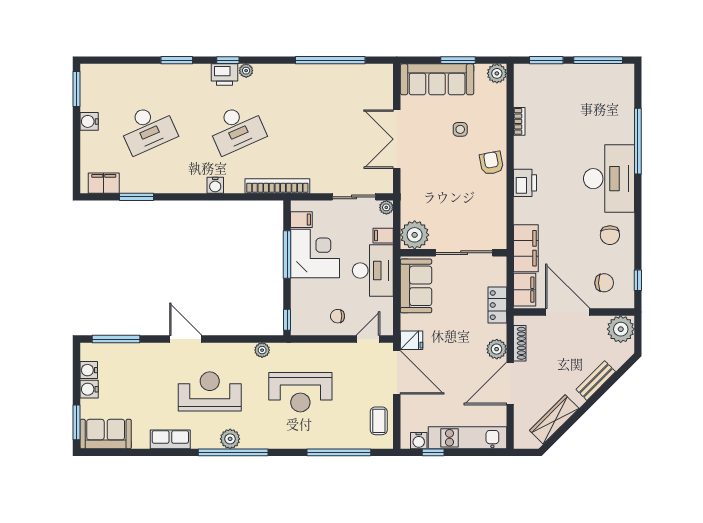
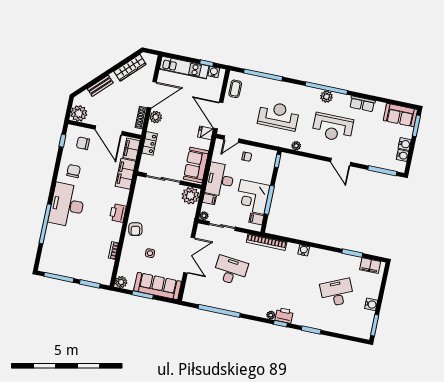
desk: (237, 129) -> (231, 271), moved, turned 30

